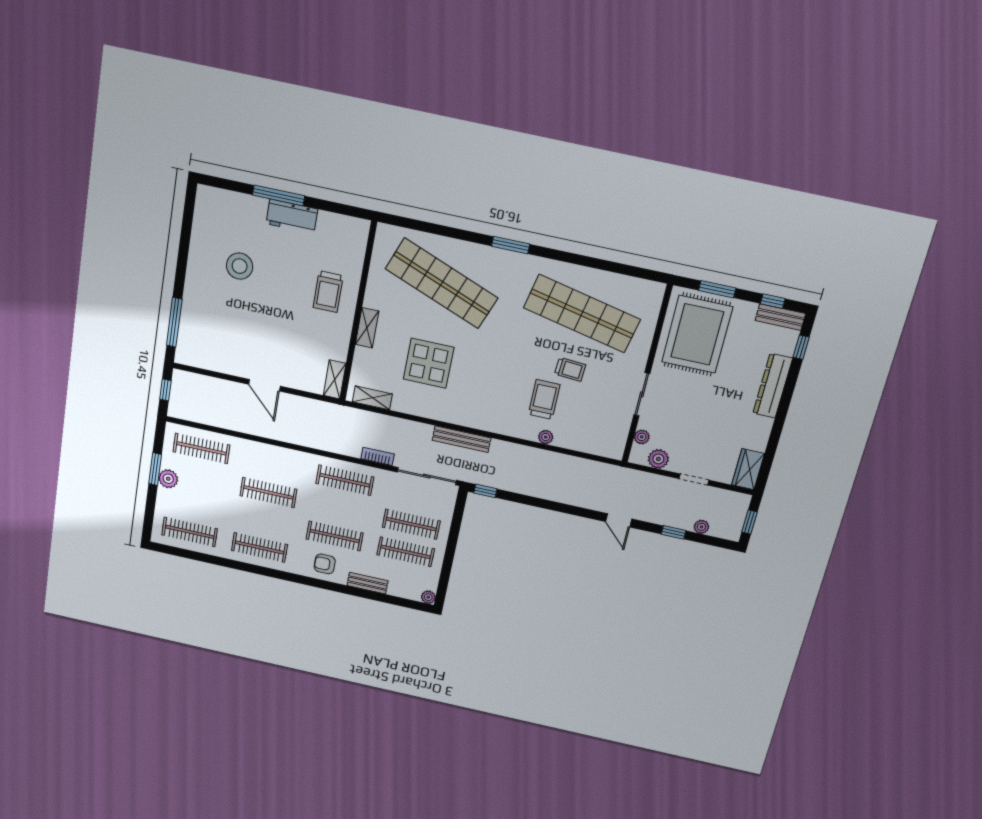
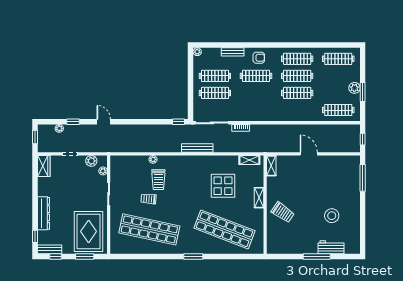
workbench: (292, 216) -> (331, 247), moved
trolley: (328, 292) -> (283, 212), turned 124
clothes rail: (345, 480) -> (297, 76), moved

